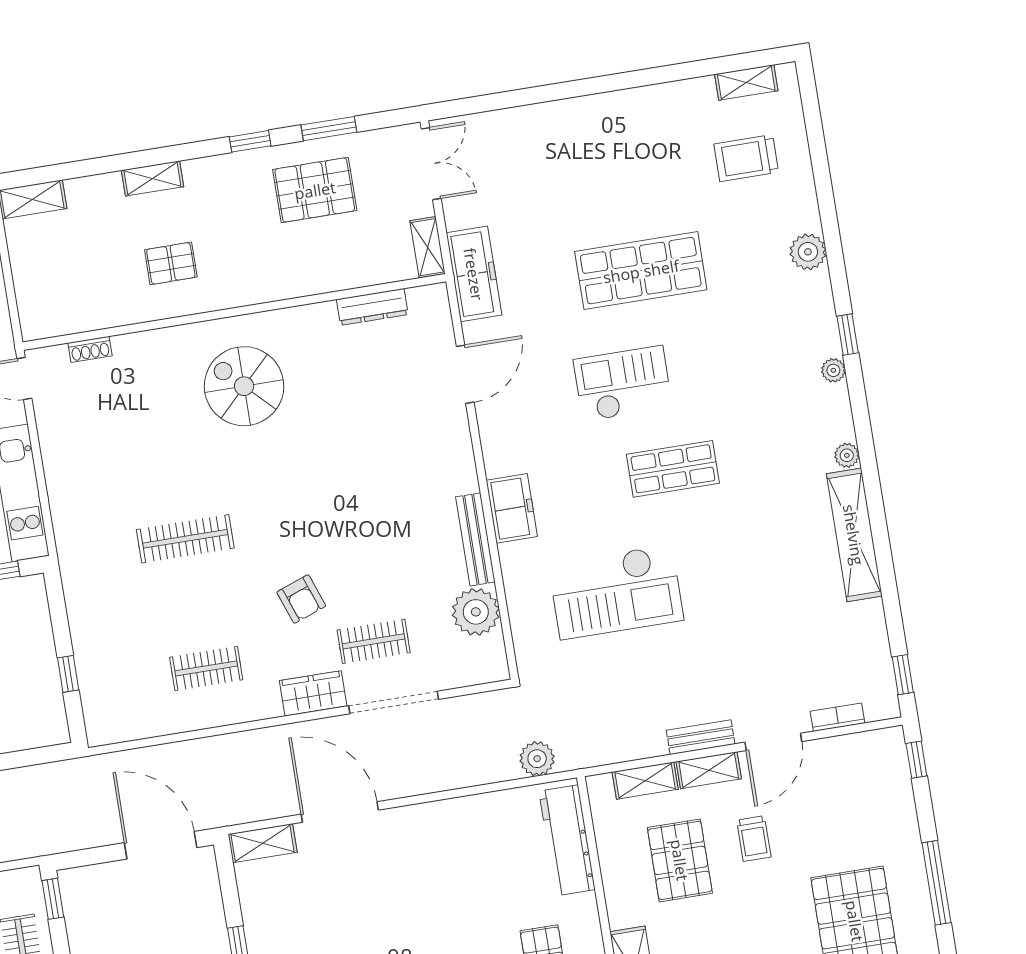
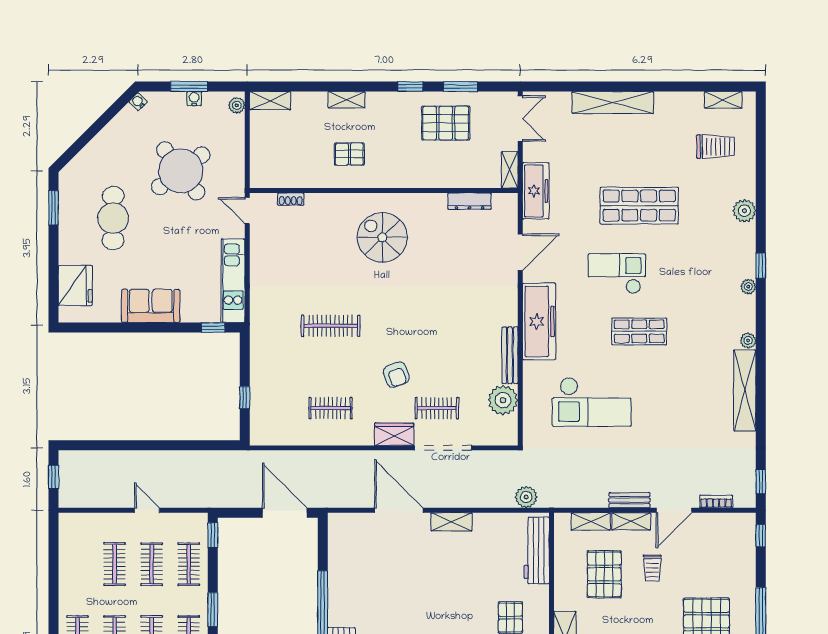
shelving: (573, 115) -> (613, 102), added
trolley: (746, 158) -> (716, 147), turned 180
freezer: (512, 508) -> (539, 321), width x1.91, depth x1.26
shelving: (263, 843) -> (451, 522), moved

